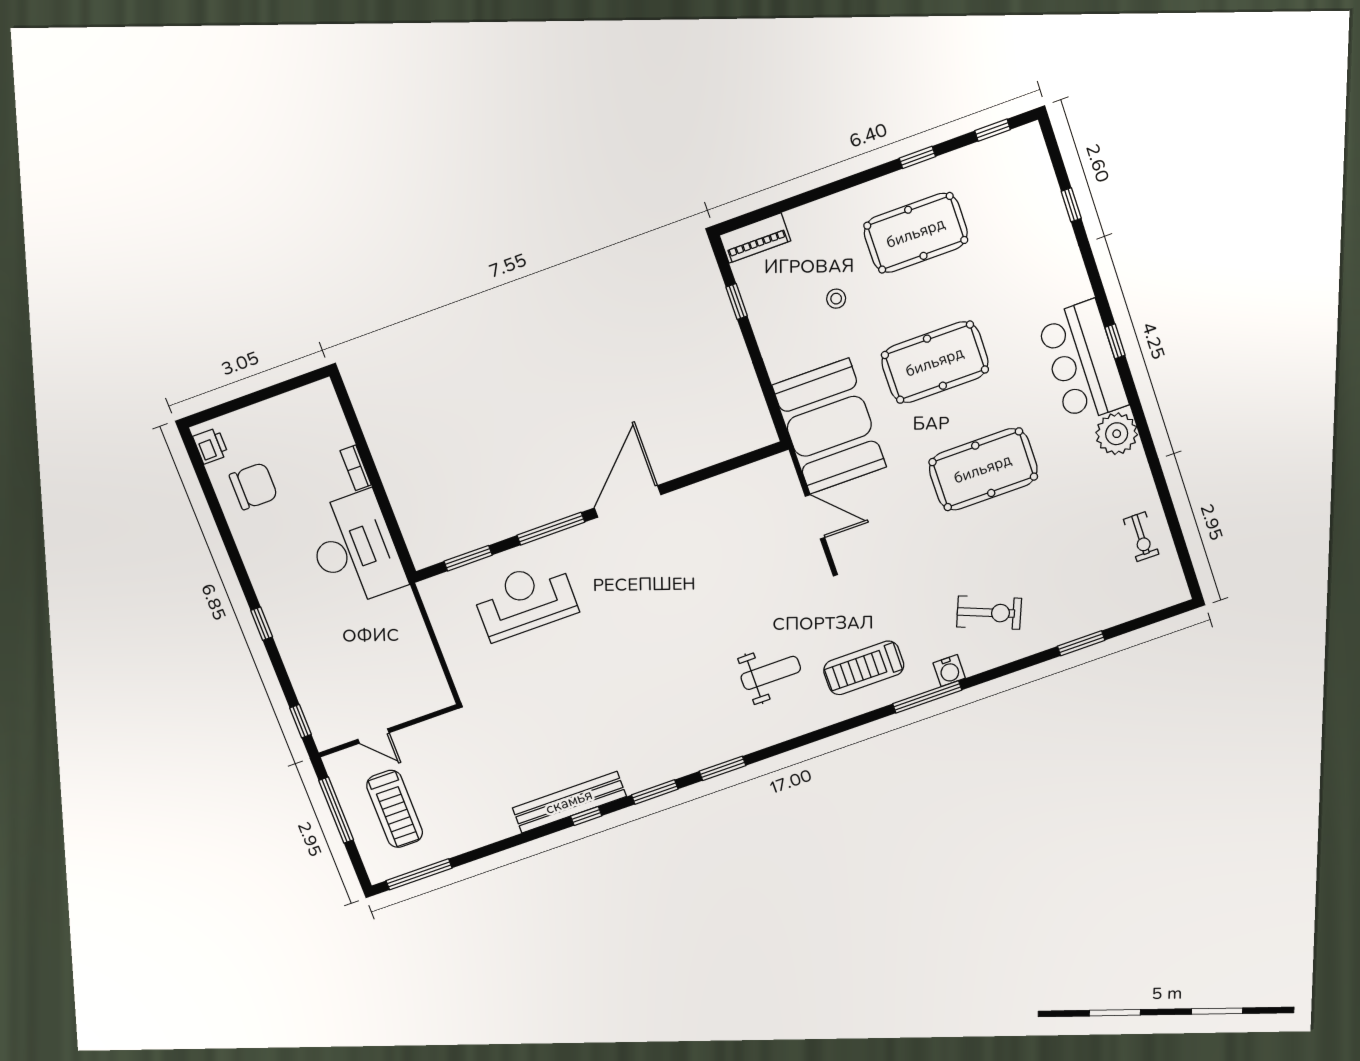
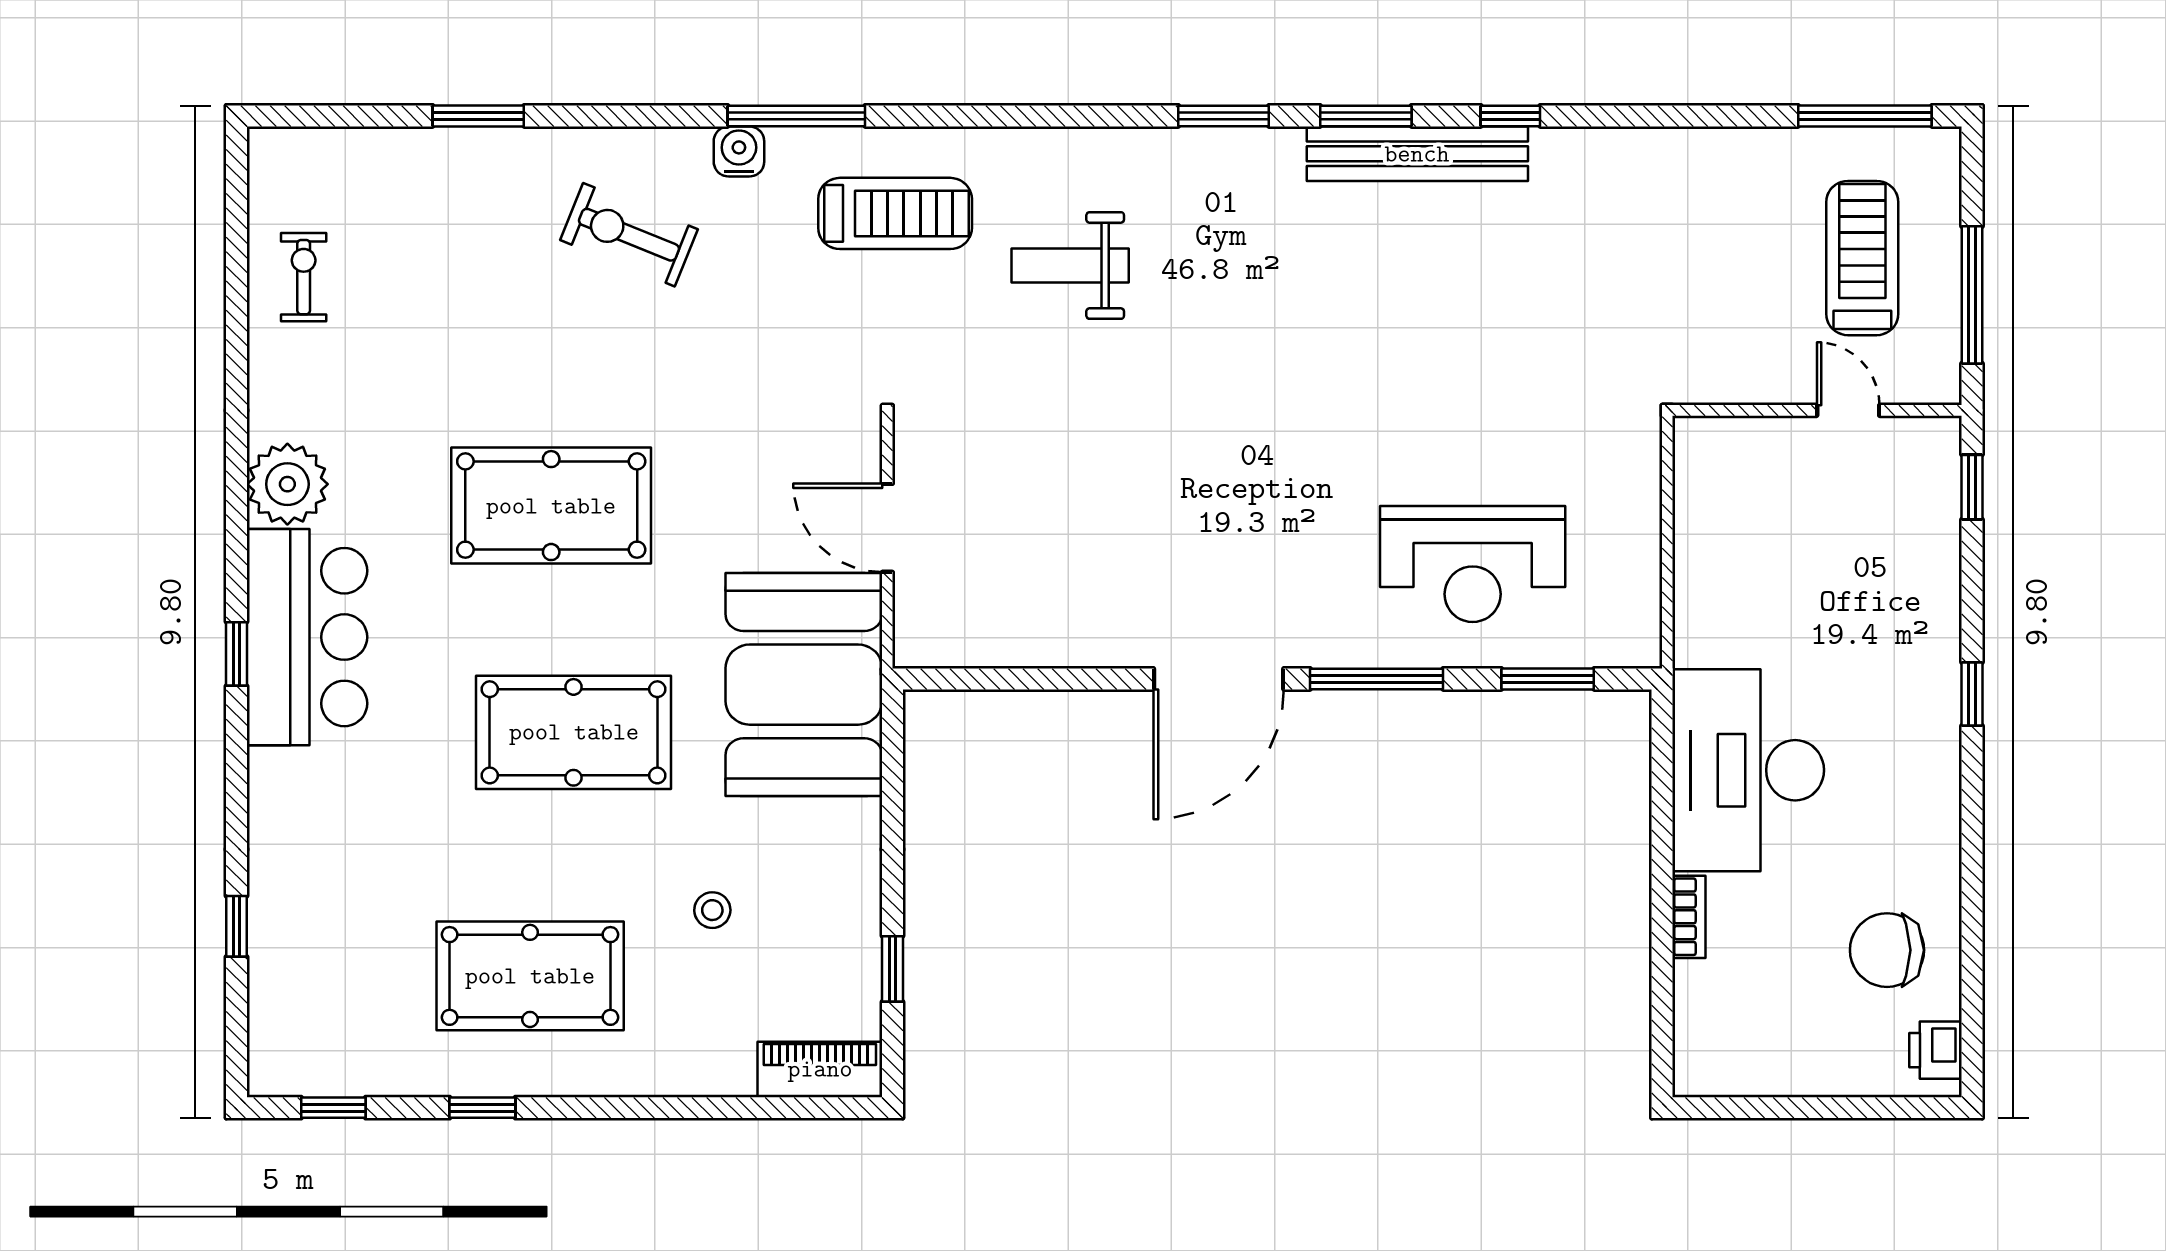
bench: (569, 802) -> (1417, 154), moved

